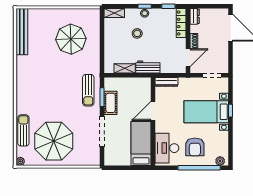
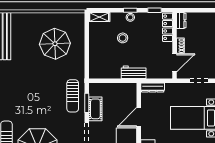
shelving: (125, 68) -> (110, 74), removed

